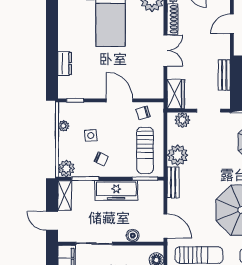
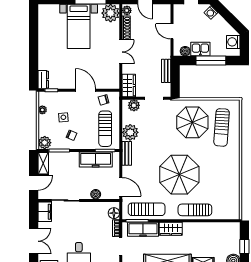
door: (232, 24) -> (172, 31), hinge flipped
dresser: (65, 63) -> (43, 80), moved
freezer: (116, 190) -> (96, 159), moved
door: (52, 221) -> (34, 183), swing flipped

